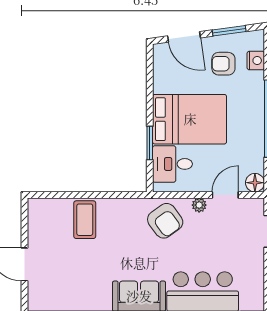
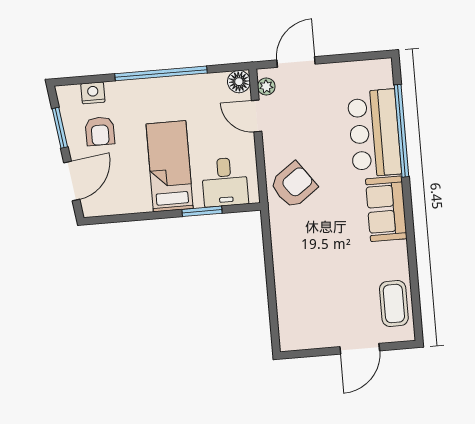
bed: (190, 119) -> (170, 166), width x0.67
plant: (199, 205) -> (266, 87), moved
coffee table: (85, 220) -> (394, 304), moved, turned 90

